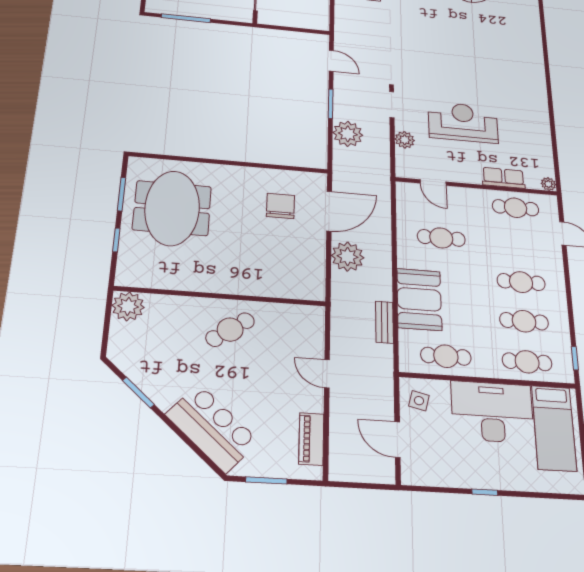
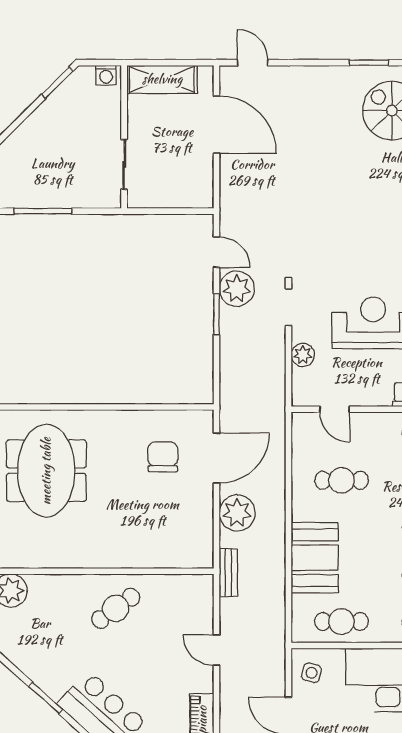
plant: (348, 134) -> (237, 289), moved
bench: (384, 322) -> (228, 573), moved
window: (138, 392) -> (46, 698), moved

